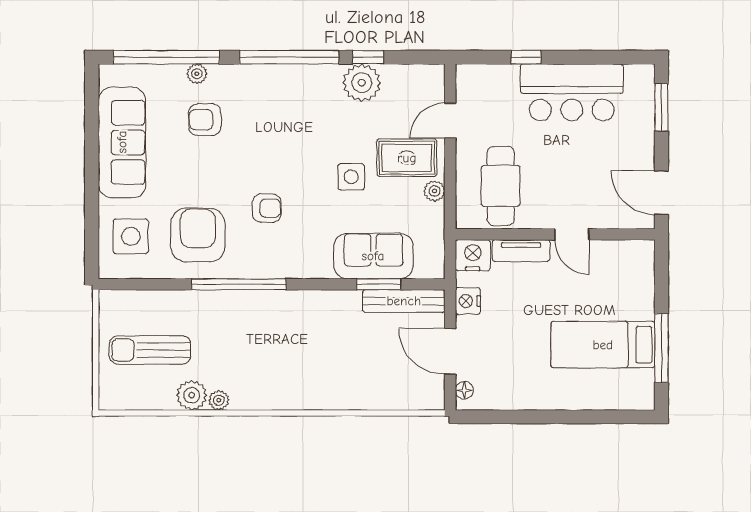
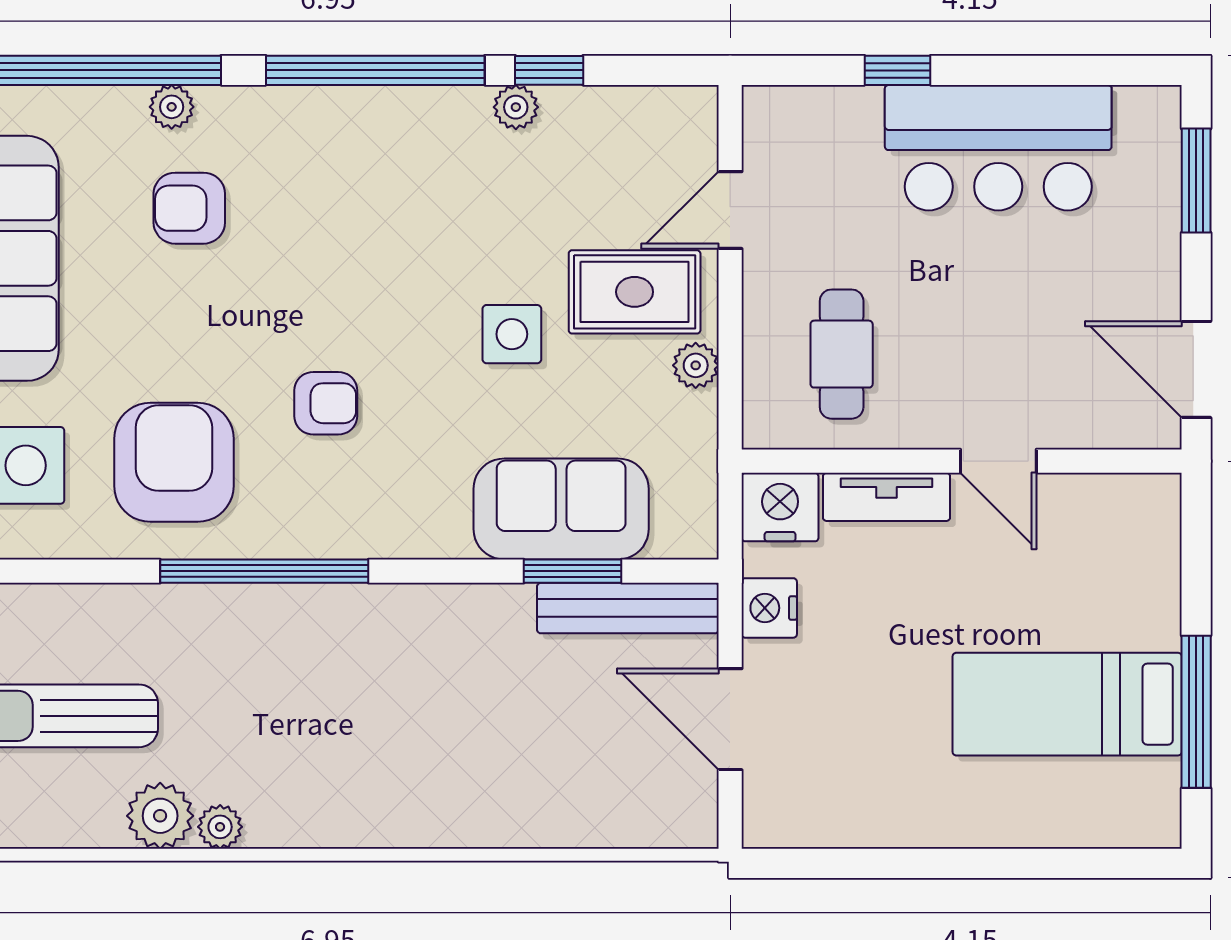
plant: (362, 83) -> (516, 107), width x0.53, depth x0.53
cafe table: (501, 186) -> (842, 354), width x0.73, depth x0.74
floor lamp: (464, 390) -> (761, 805), removed

